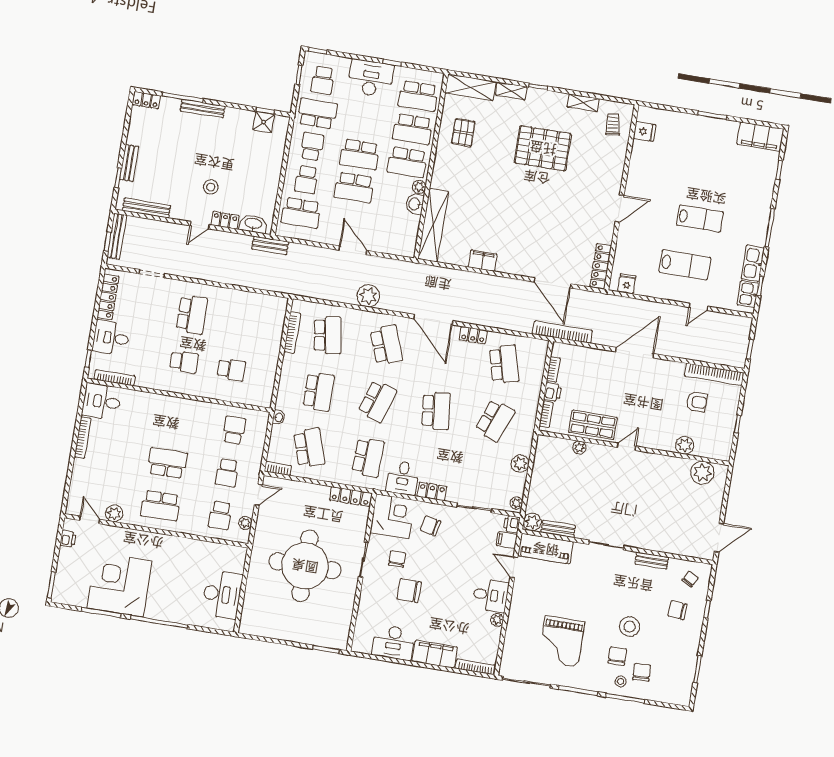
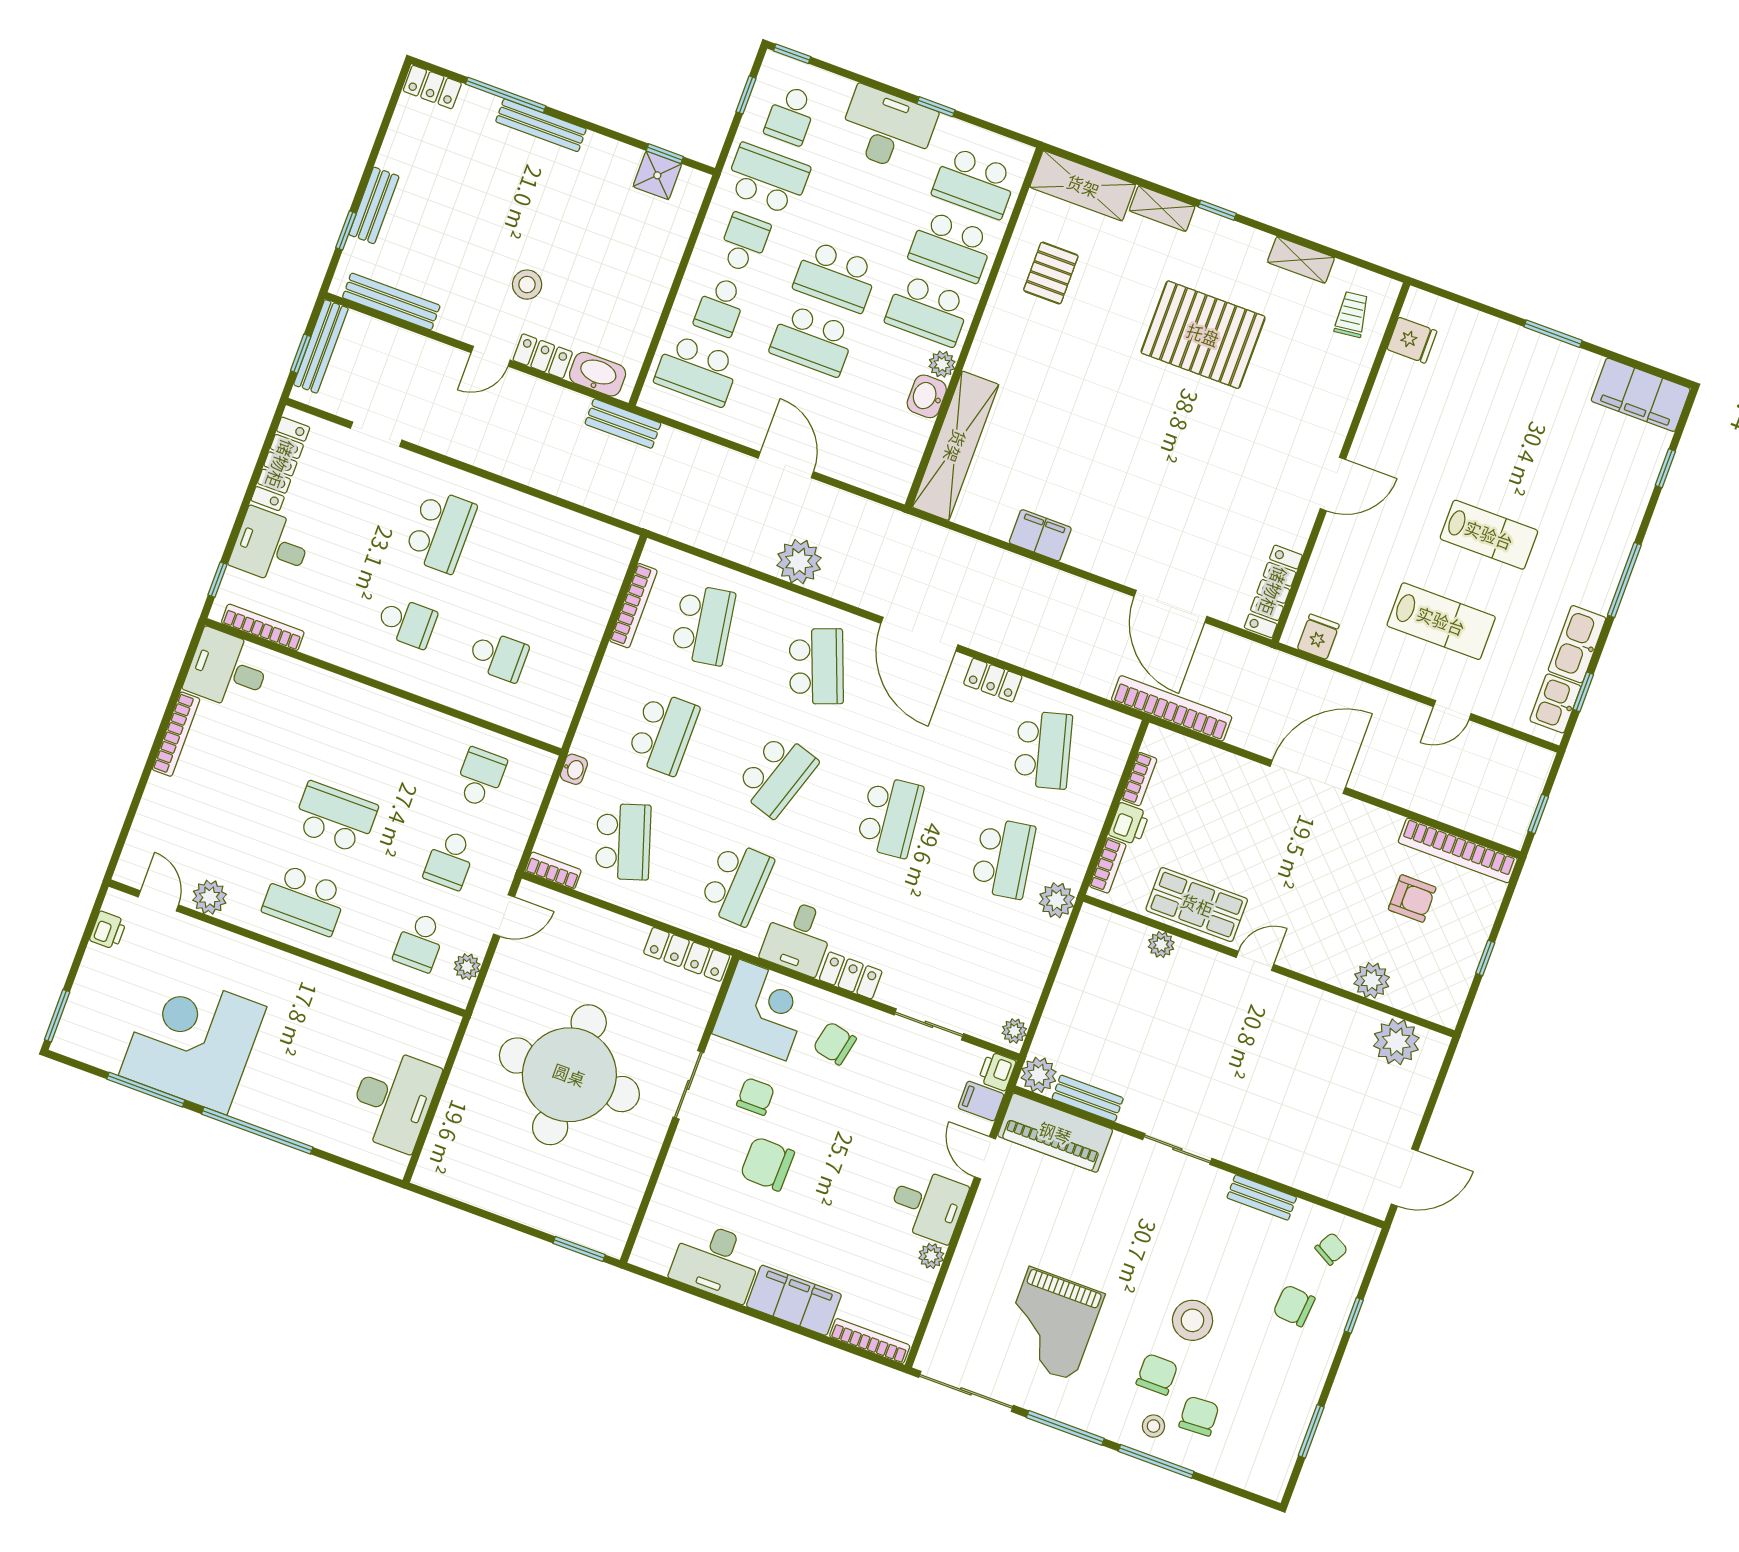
school desk: (495, 420) -> (1003, 858), turned -30
plant: (520, 464) -> (1057, 900), moved

